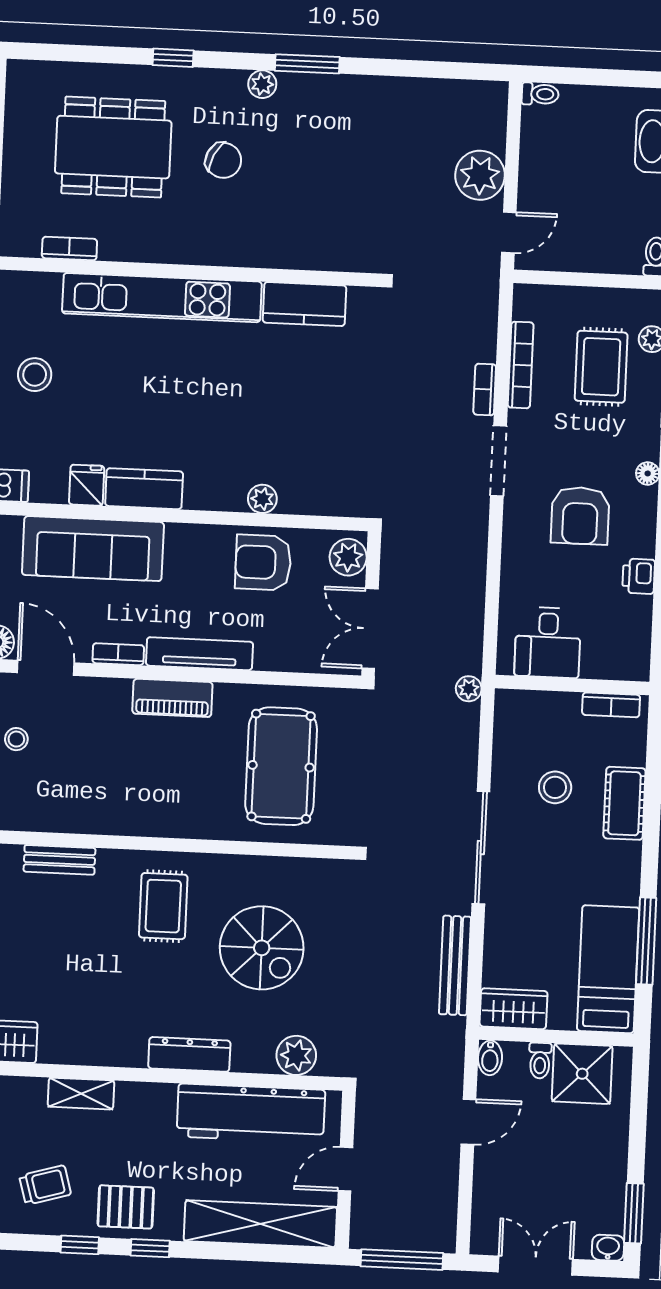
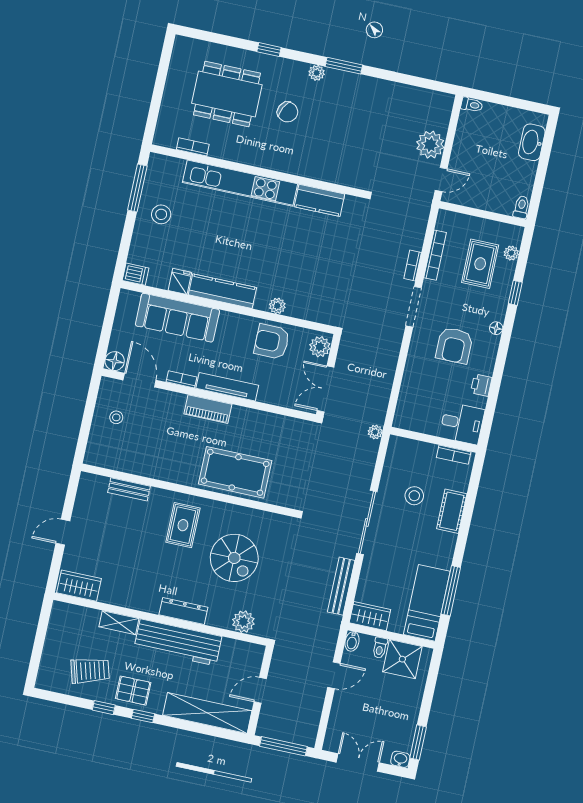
kitchen counter: (144, 489) -> (222, 291), width x1.50
desk: (548, 643) -> (462, 423), moved, turned -90
pool table: (281, 766) -> (235, 472), moved, turned 90
workbench: (251, 1113) -> (178, 642), moved
trolley: (45, 1185) -> (90, 671), width x1.36, depth x1.39

